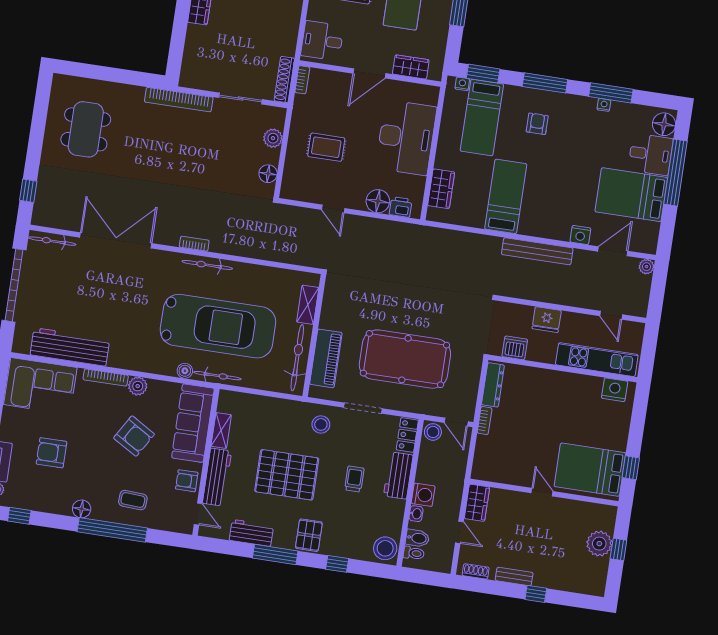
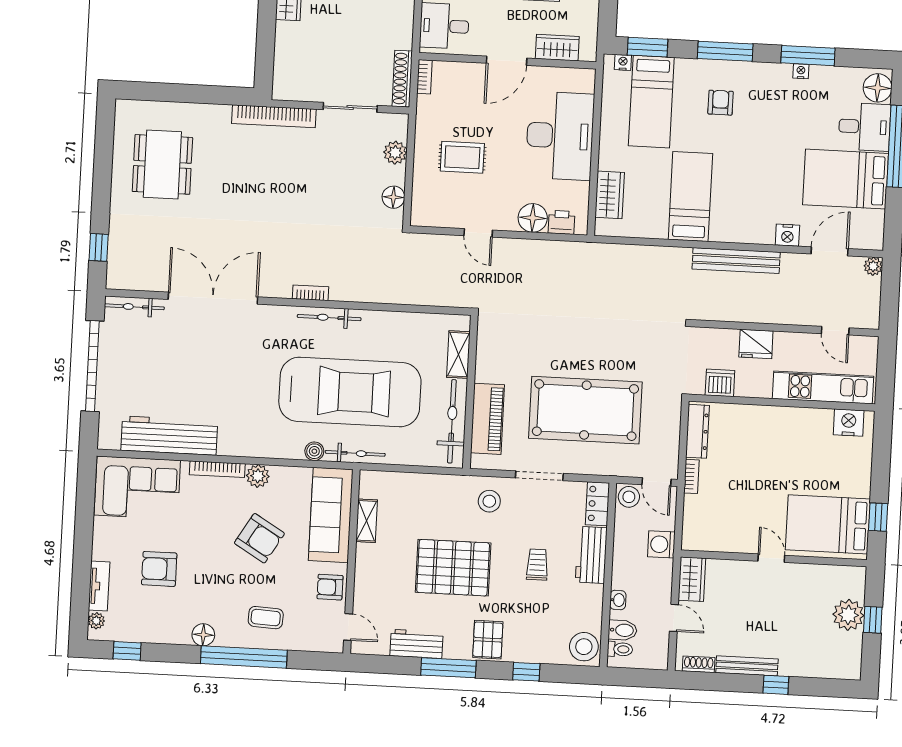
workbench: (217, 477) -> (367, 579), removed
washing machine: (423, 495) -> (661, 544), moved, turned 180
bench: (514, 577) -> (747, 666), width x1.36

